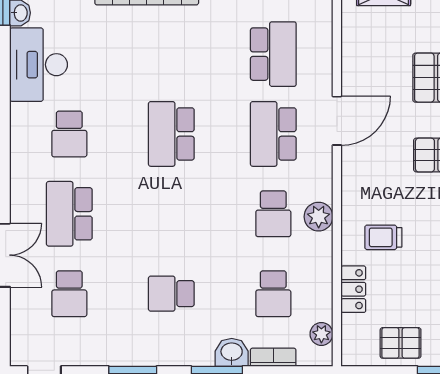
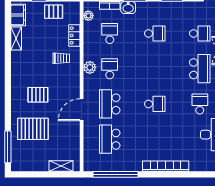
school desk: (171, 134) -> (155, 104), width x0.54
school desk: (273, 134) -> (110, 104), turned 180
school desk: (69, 294) -> (200, 33), turned 90

